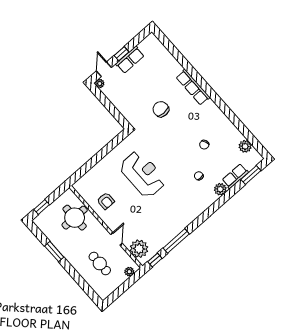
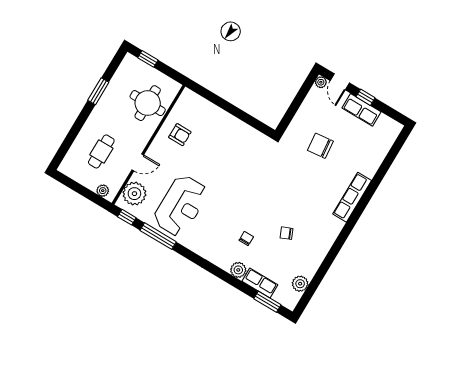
door: (104, 69) -> (340, 82), swing flipped
chair: (161, 109) -> (320, 146), moved, turned -96
reception desk: (143, 174) -> (181, 206), moved
armchair: (106, 201) -> (180, 135), turned -90

